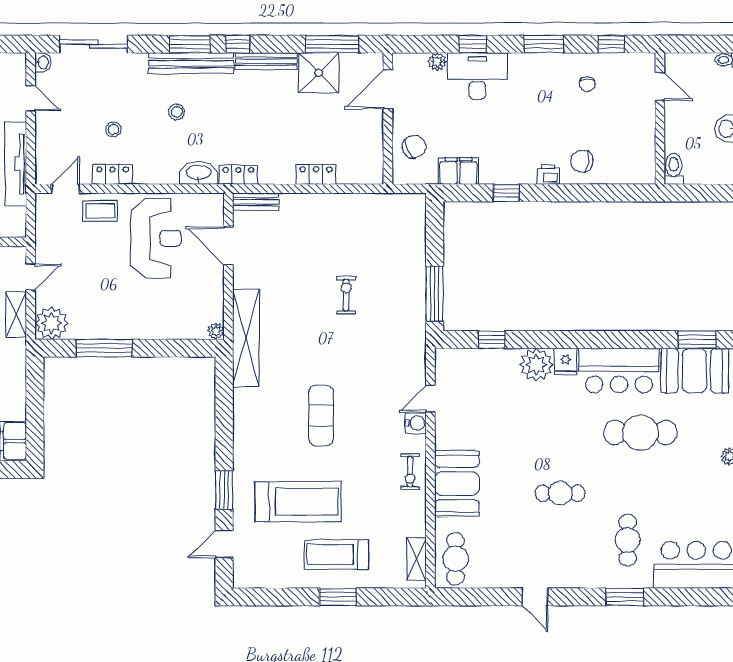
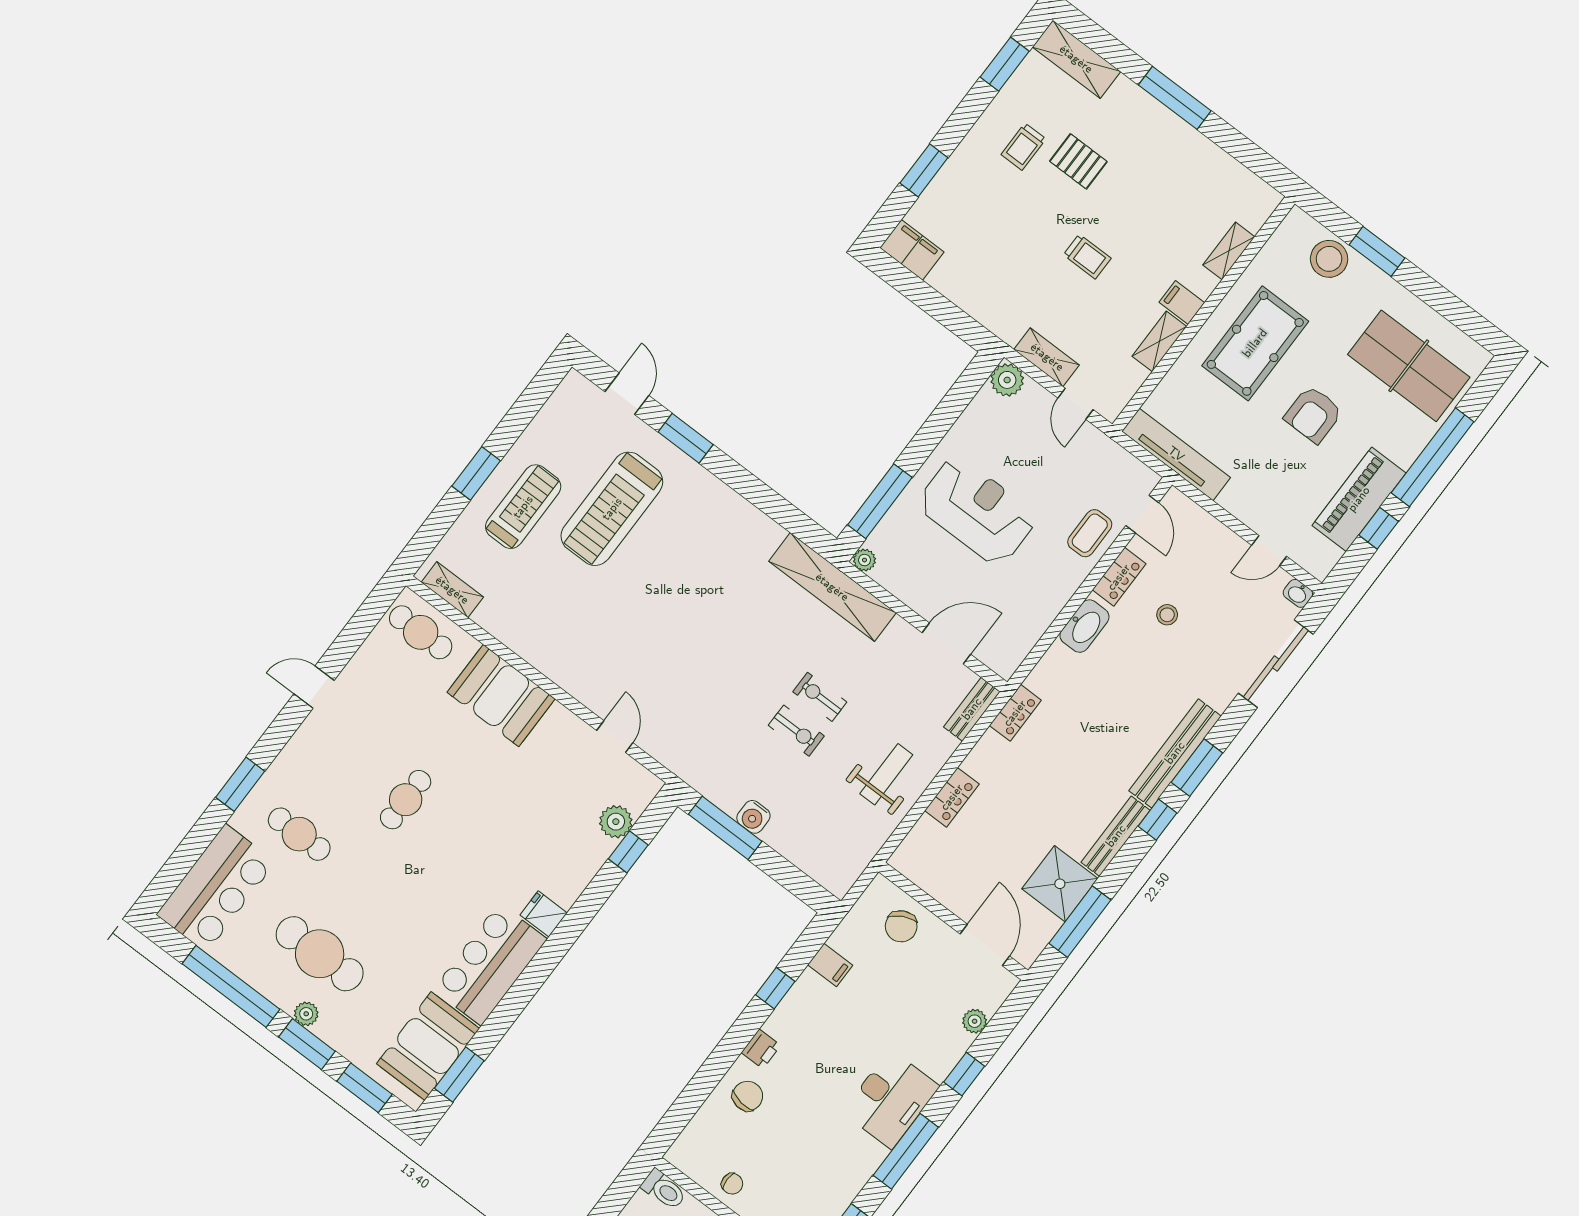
window: (544, 44) -> (906, 1151), width x1.44
desk: (477, 76) -> (891, 1099), moved
chair: (587, 84) -> (732, 1184), moved, turned 180
stool: (177, 112) -> (1134, 698), removed
tv unit: (16, 164) -> (1176, 454), moved
filing cabinet: (458, 171) -> (830, 965), width x0.50
washbasin: (199, 173) -> (1084, 626), moved
weight bench: (332, 223) -> (886, 774), added
reception desk: (156, 238) -> (977, 511), moved, turned 180
plant: (52, 323) -> (1007, 380), width x0.73, depth x0.73
window: (104, 348) -> (880, 501), moved
plant: (536, 365) -> (616, 822), moved, width x0.73, depth x0.73
exercise mat: (321, 415) -> (686, 605), removed
water cooler: (416, 423) -> (753, 817), moved
cafe table: (640, 433) -> (320, 954), moved, turned 90
exercise bike: (410, 472) -> (820, 697), moved

